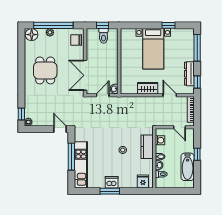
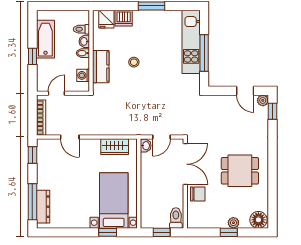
window: (53, 25) -> (229, 232), width x0.32
window: (169, 25) -> (108, 232), moved
toilet: (104, 36) -> (176, 218), moved
chair: (76, 40) -> (198, 194), moved
bed with nightstands: (153, 49) -> (114, 200), moved
dining table: (45, 70) -> (240, 171), turned 90
dresser: (189, 74) -> (43, 207), moved
wardrobe: (148, 88) -> (115, 147), moved
door: (180, 127) -> (56, 93), hinge flipped
door: (60, 129) -> (245, 91), moved
dishwasher: (112, 182) -> (124, 18), moved

